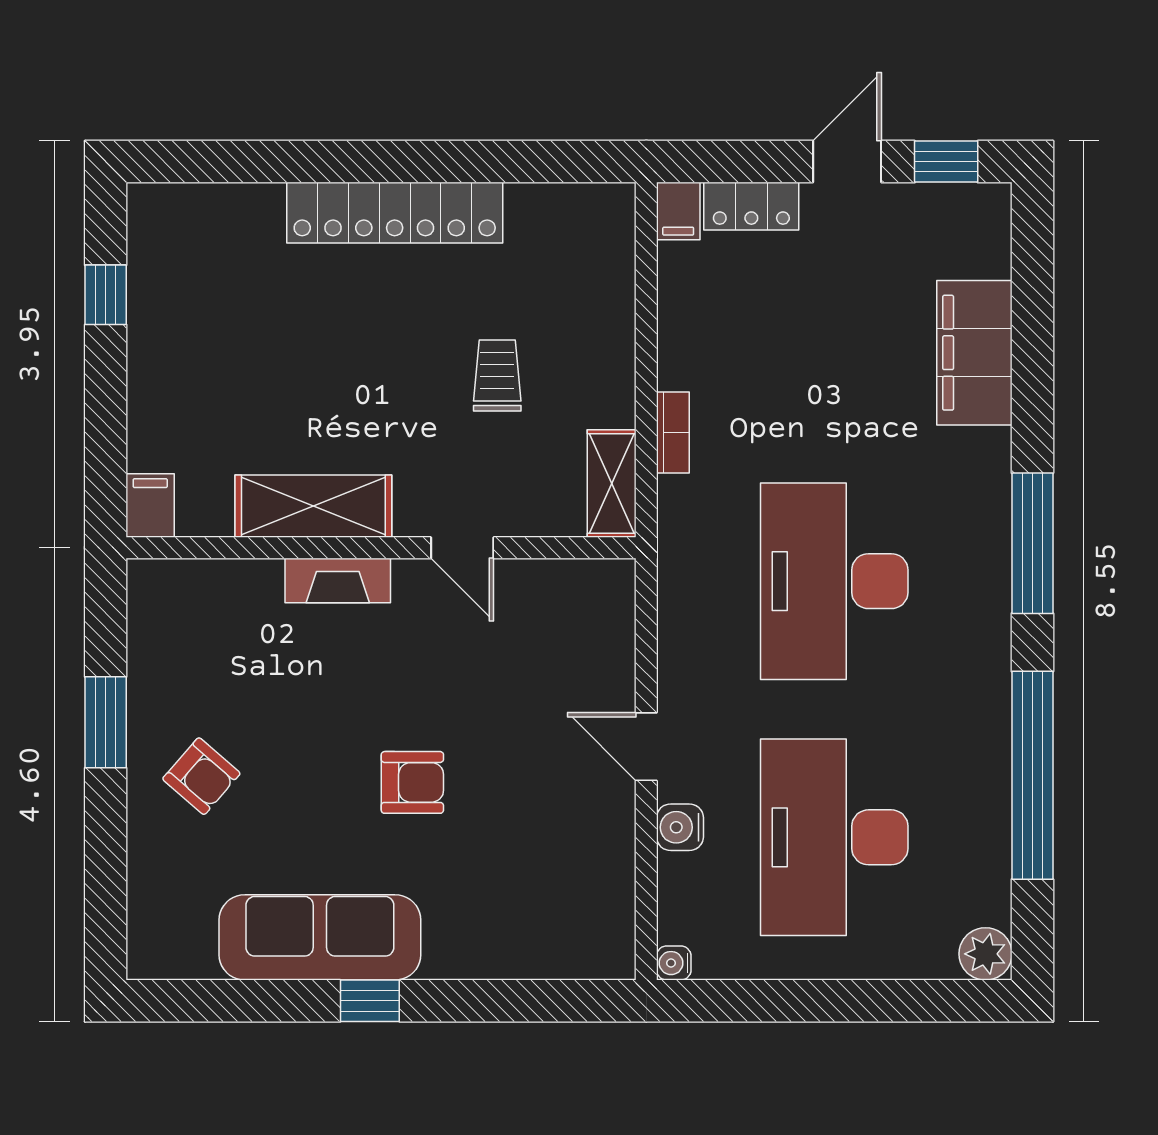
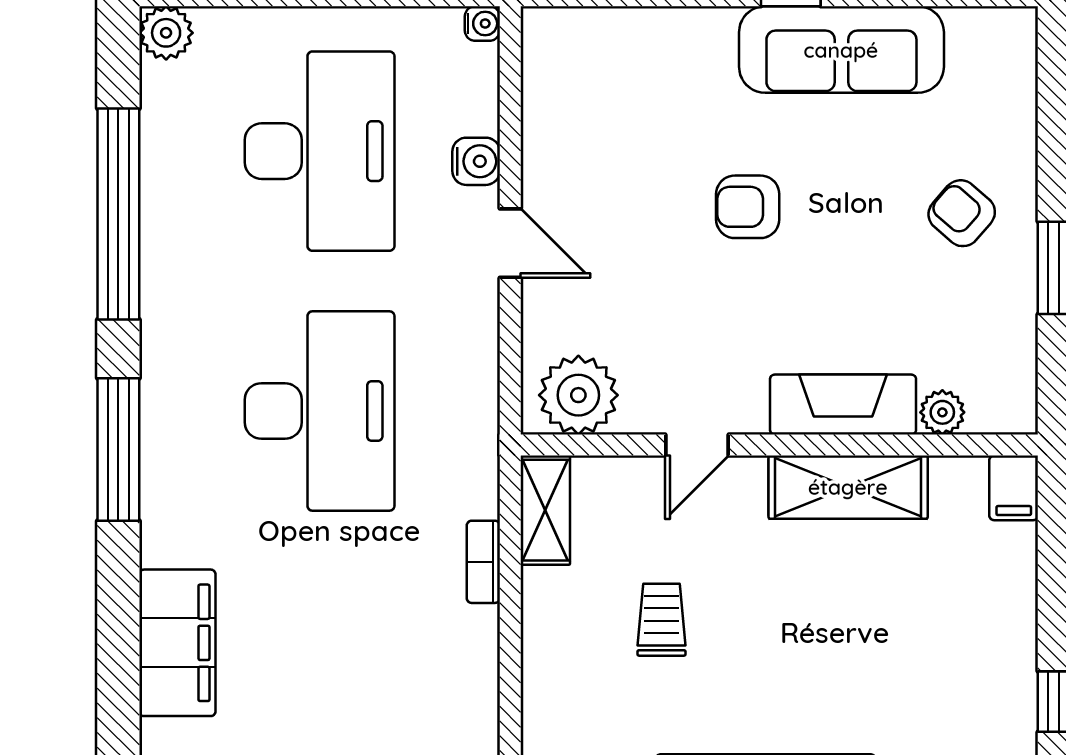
trolley: (497, 376) -> (662, 620), turned 180
door: (462, 548) -> (697, 445), swing flipped
plant: (221, 580) -> (942, 412), added
fireplace: (338, 580) -> (843, 404), width x1.37, depth x1.32
plant: (579, 597) -> (578, 395), added

